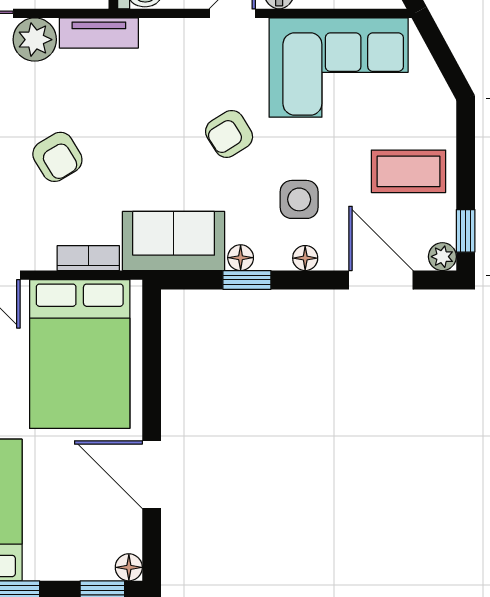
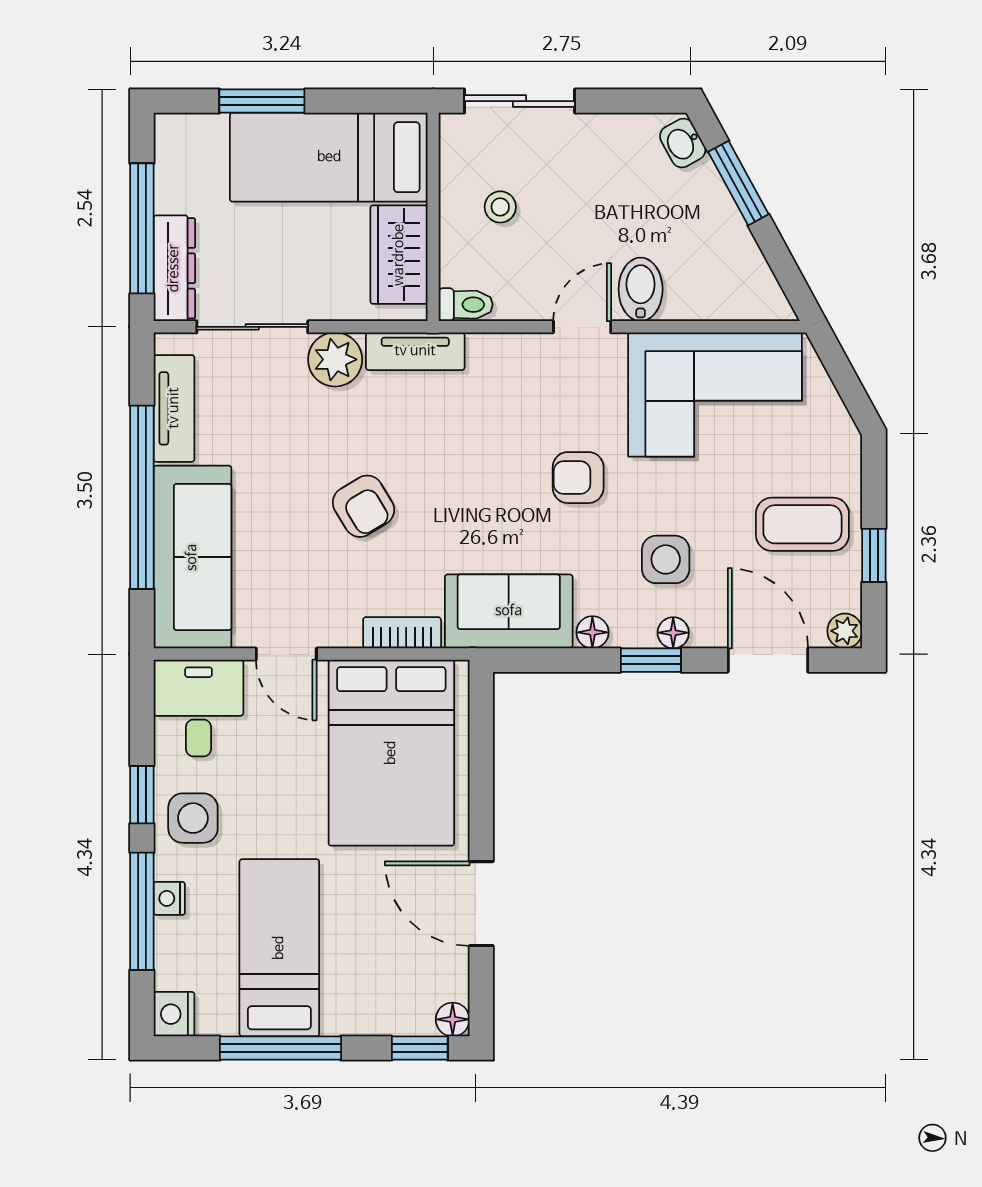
armchair: (229, 134) -> (578, 478), turned 32
window: (466, 231) -> (874, 555), moved
window: (247, 280) -> (651, 660), moved

